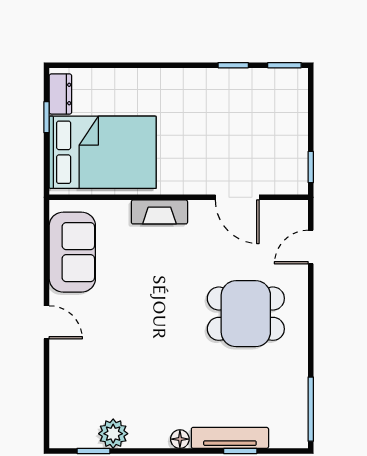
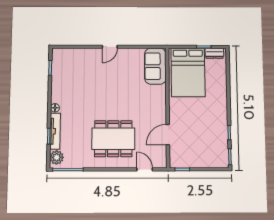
fireplace: (159, 212) -> (161, 98), removed
sofa: (72, 252) -> (155, 66), moved, turned 90
dining table: (246, 314) -> (113, 139), width x1.38
plant: (113, 434) -> (57, 157), moved

